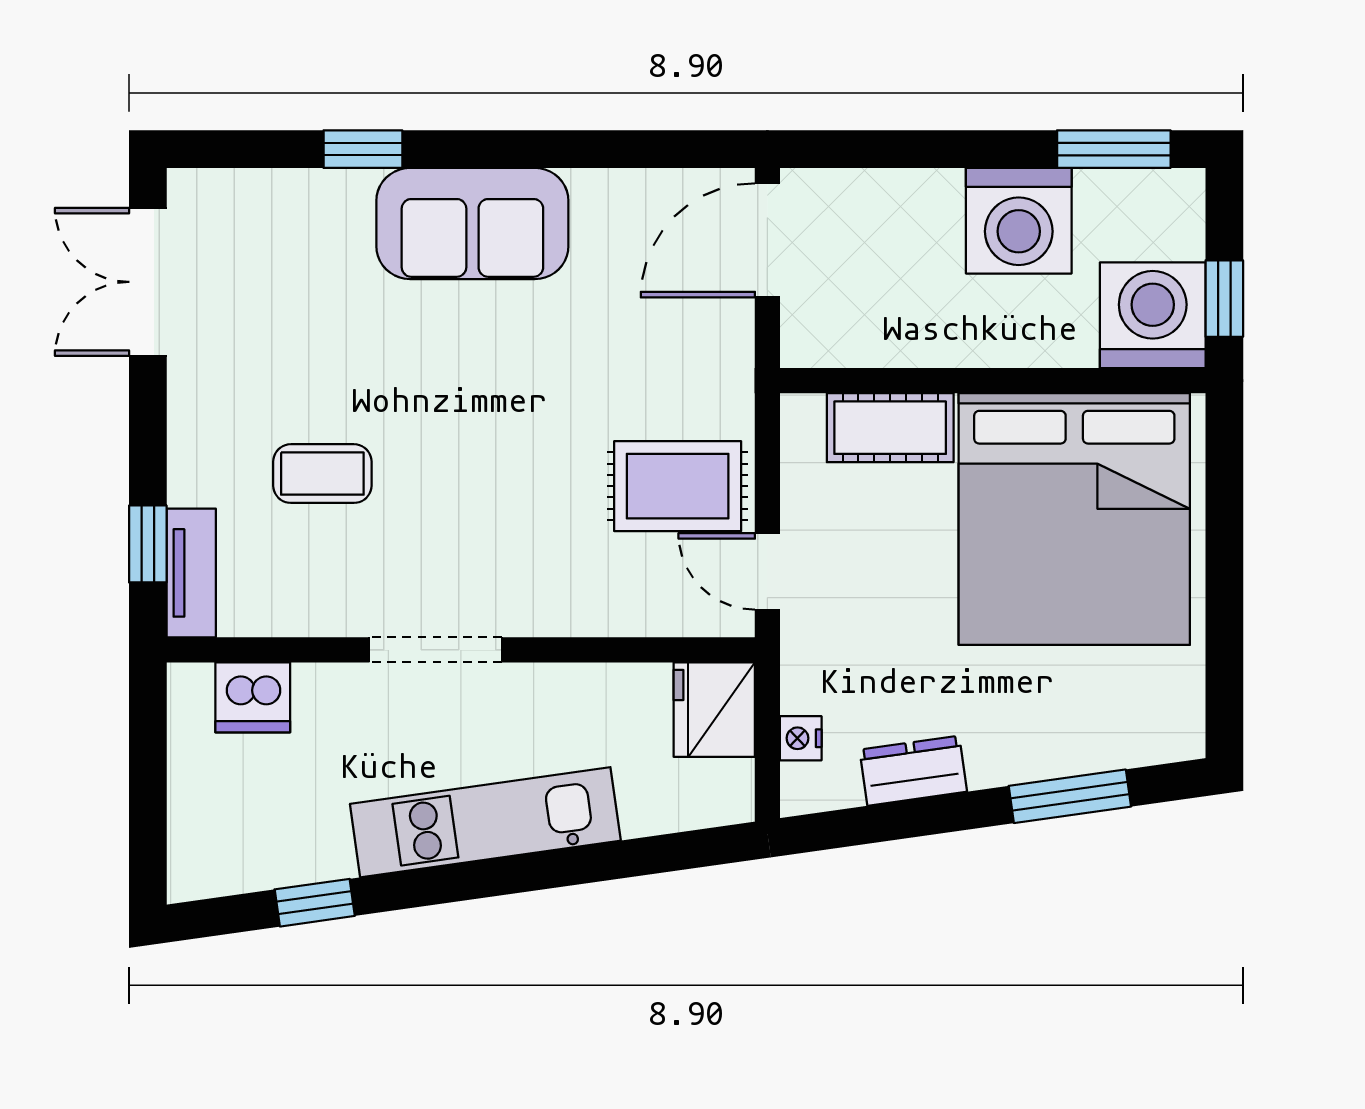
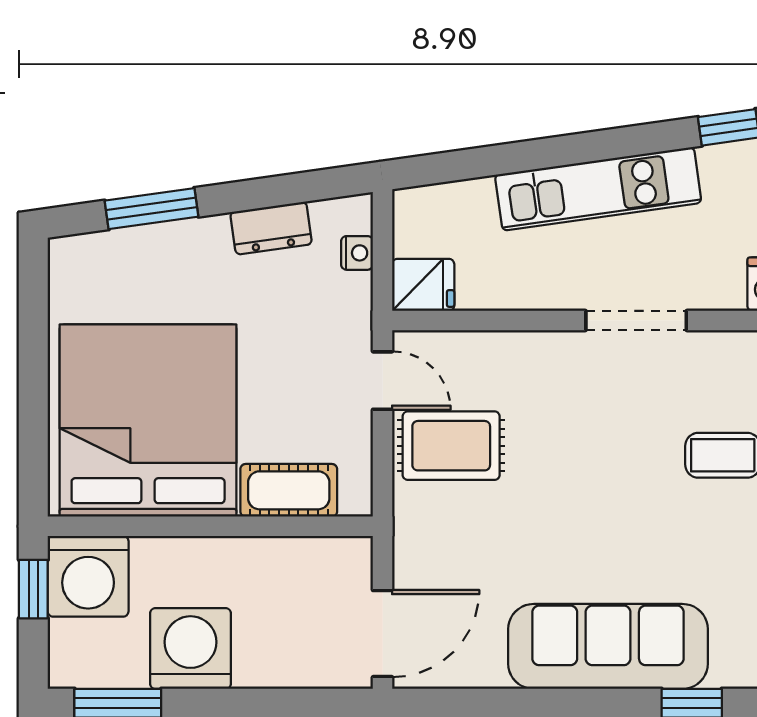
sofa: (472, 223) -> (608, 646), width x1.36
fridge: (714, 710) -> (423, 285), width x0.72

